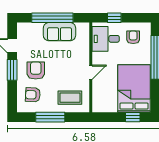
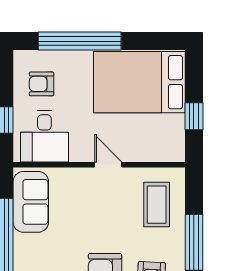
sofa: (59, 32) -> (31, 202), moved
window: (133, 117) -> (194, 116), moved

